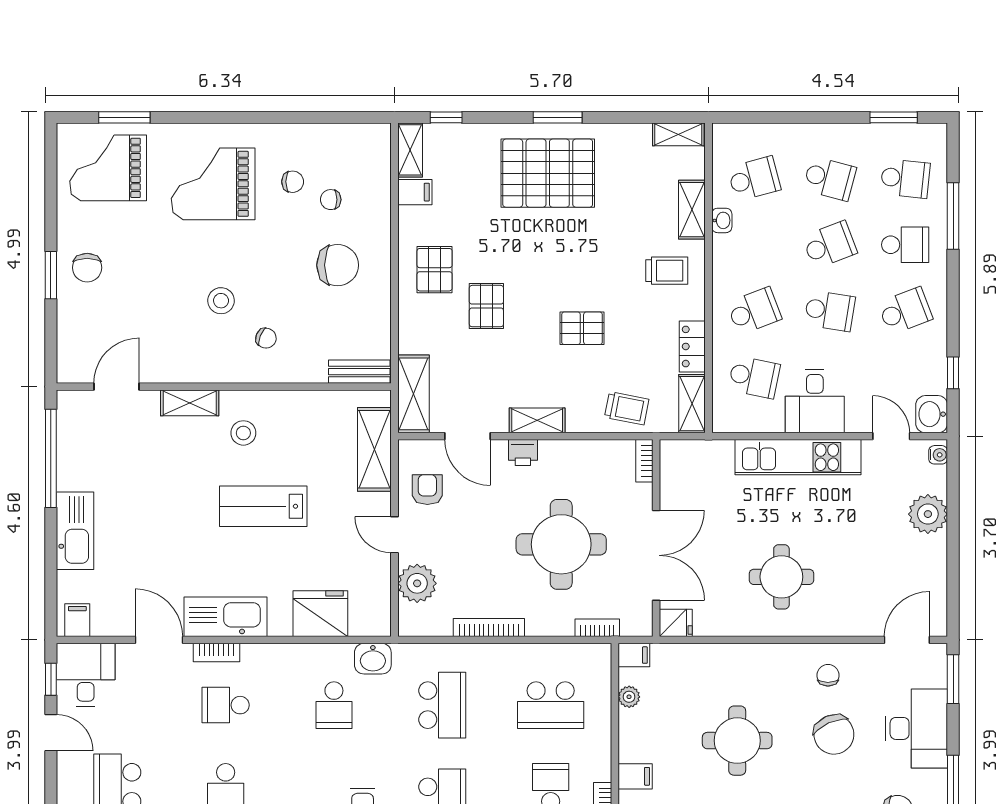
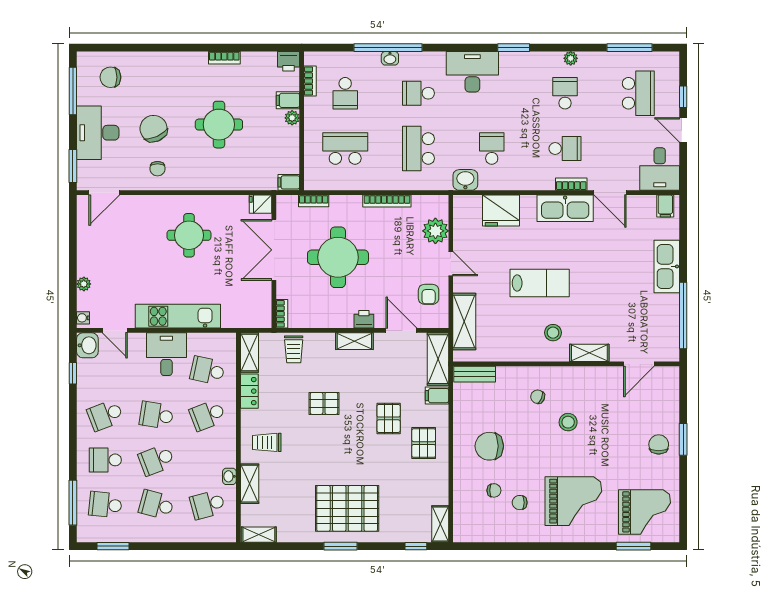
filing cabinet: (415, 192) -> (437, 396), moved
window: (953, 216) -> (73, 503), moved
trolley: (627, 408) -> (294, 349), turned -101
plant: (928, 514) -> (84, 284), width x0.53, depth x0.53
window: (51, 679) -> (683, 97), moved
plant: (629, 697) -> (292, 118), moved

